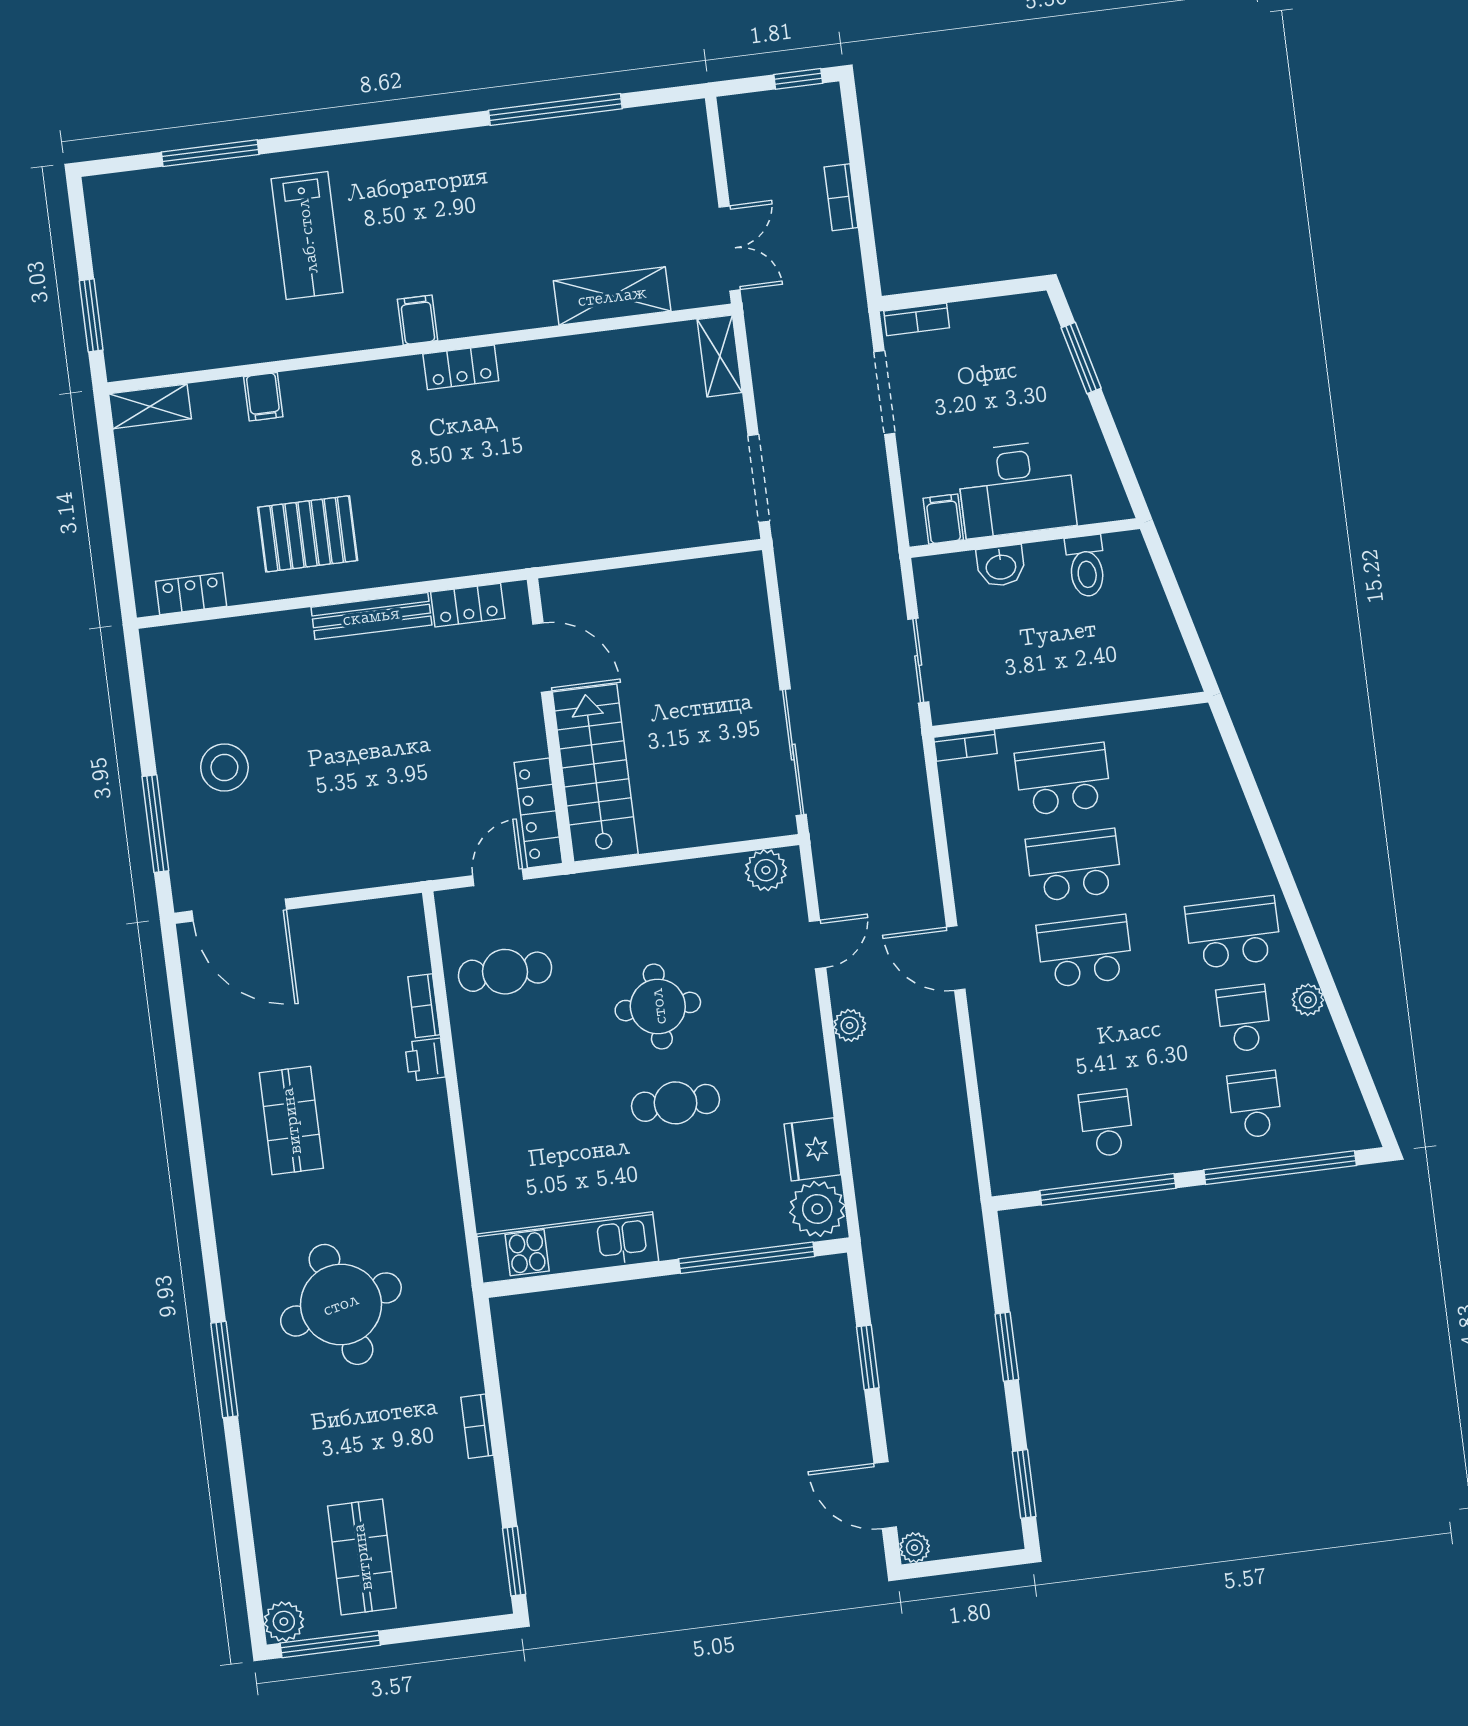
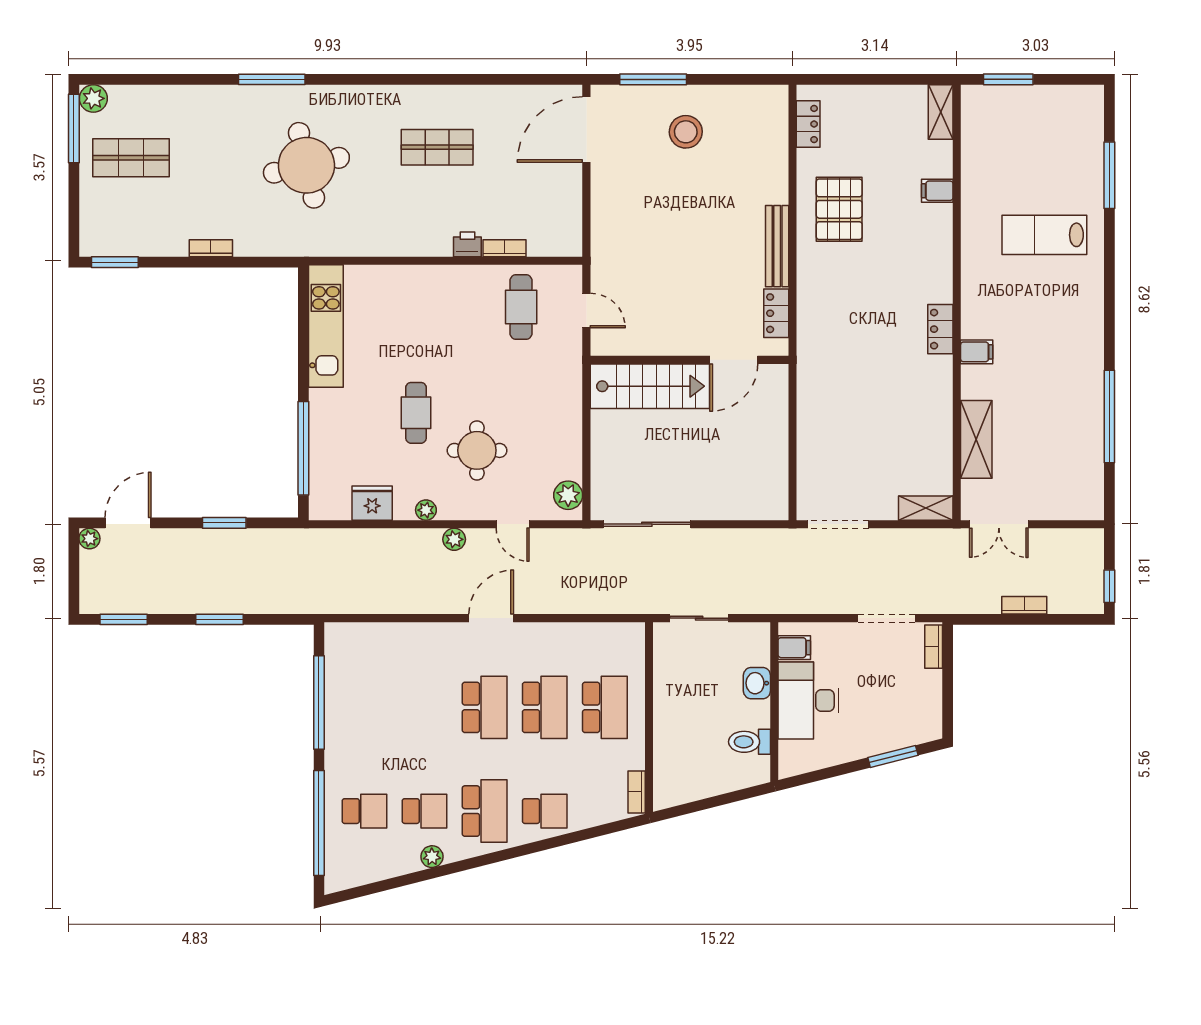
filing cabinet: (418, 320) -> (977, 352), moved
bookcase: (965, 745) -> (637, 792), moved
locker: (538, 813) -> (627, 344), removed
round table: (658, 1006) -> (477, 450), moved
school desk: (1106, 1123) -> (545, 811), moved
plant: (817, 1209) -> (426, 510), moved, width x0.53, depth x0.53

